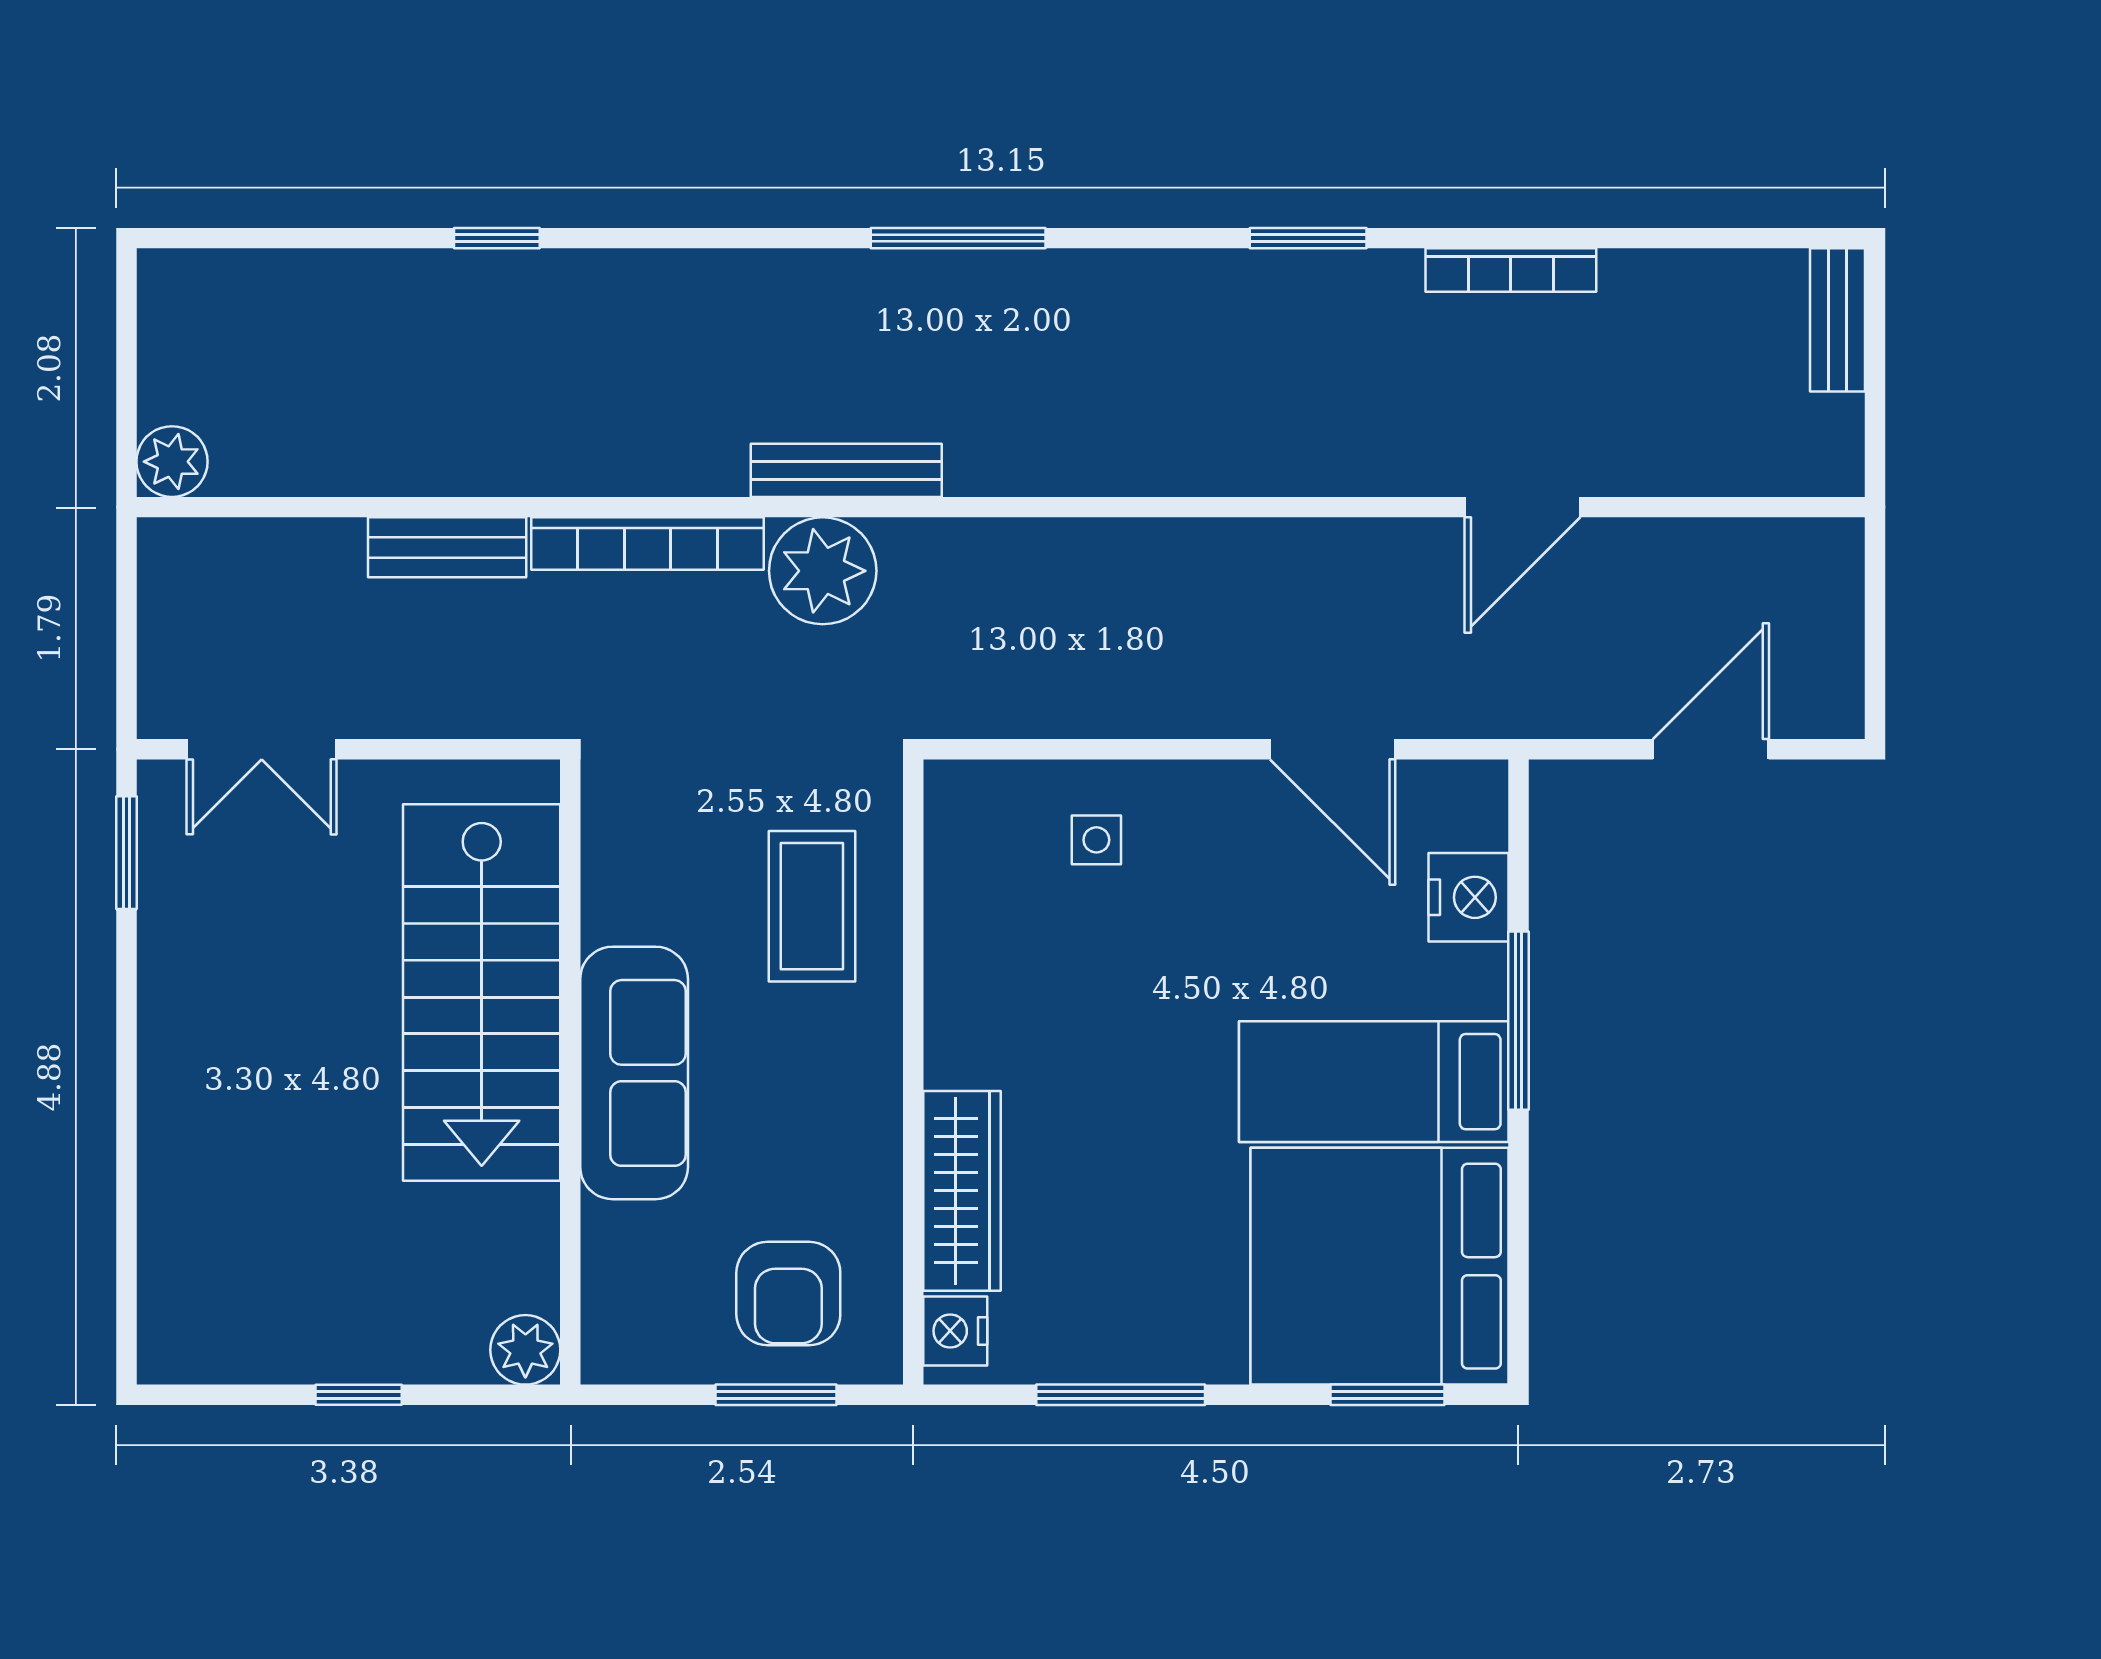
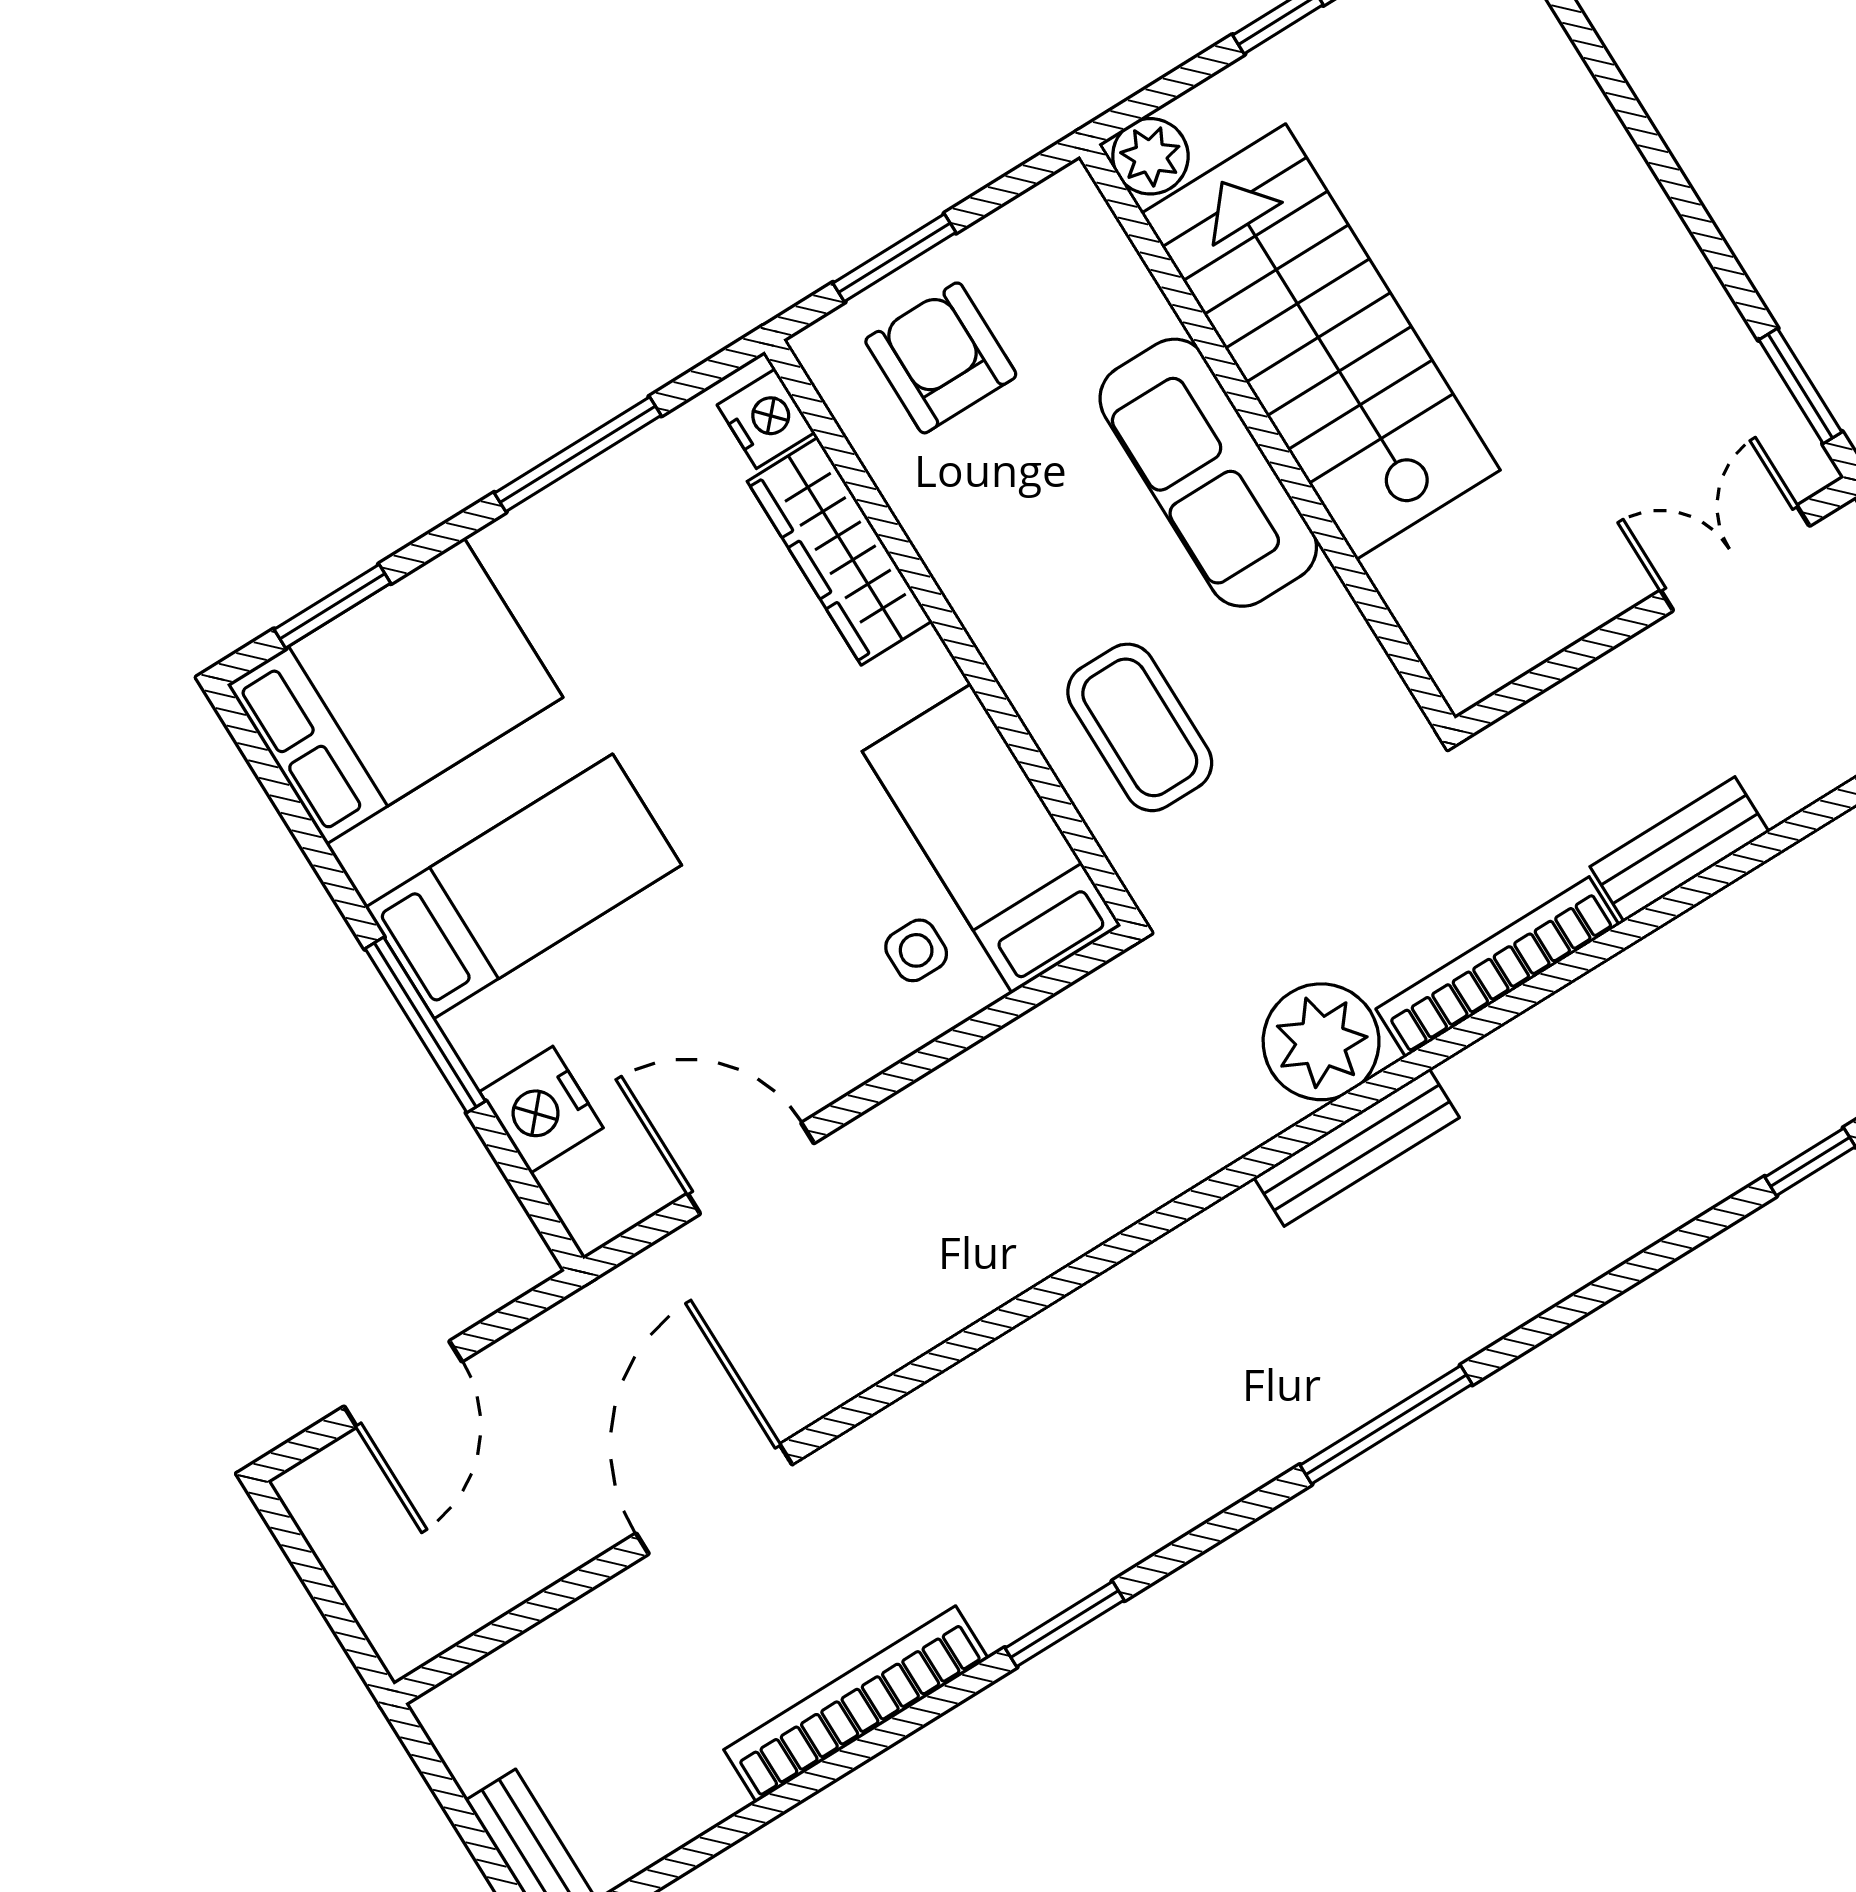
bookcase: (1511, 270) -> (856, 1704), width x1.48, depth x1.31
door: (1523, 507) -> (714, 1499), width x1.36
bed: (983, 891) -> (992, 839), added
stairs: (482, 992) -> (1321, 342), moved
bed: (1380, 1266) -> (395, 691), width x0.73

